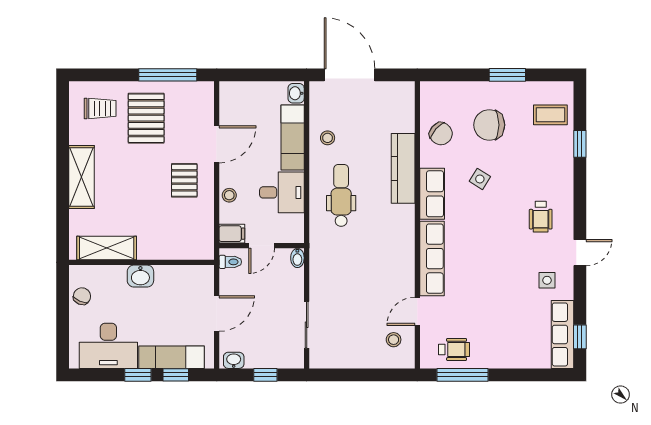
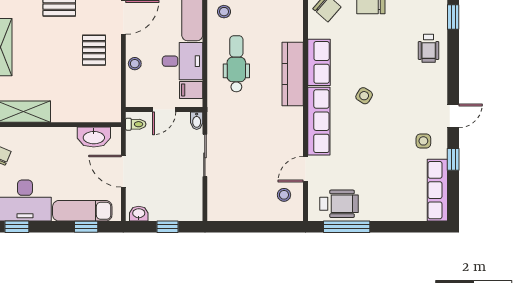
kitchen counter: (403, 168) -> (293, 74), moved
side table: (480, 179) -> (364, 96), moved
wheelchair: (541, 217) -> (429, 48), moved
filing cabinet: (232, 234) -> (191, 90), moved, turned 180
washbasin: (140, 276) -> (94, 137), moved, width x1.38
door: (217, 314) -> (123, 171), swing flipped
sliding door: (307, 325) -> (205, 155), moved
window: (580, 337) -> (453, 159), moved
wheelchair: (454, 349) -> (339, 204), width x1.36, depth x1.37
window: (138, 375) -> (17, 227), moved

